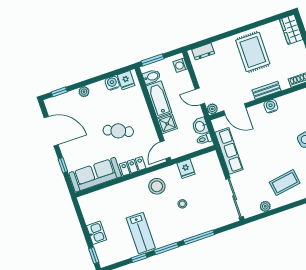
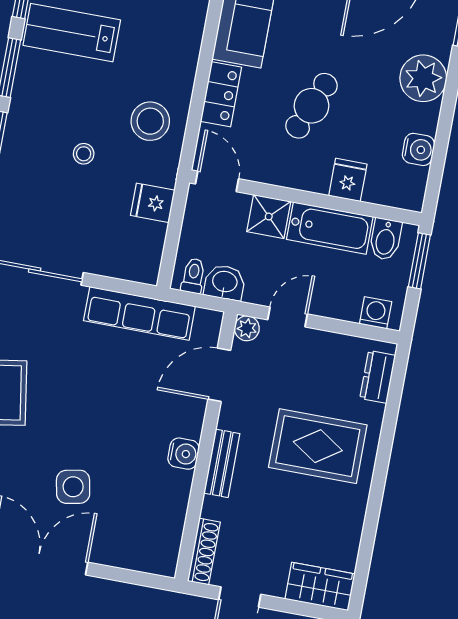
rug: (253, 52) -> (318, 446), moved
fridge: (126, 80) -> (348, 180), moved, turned 90
plant: (84, 92) -> (423, 78), width x1.87, depth x1.87

